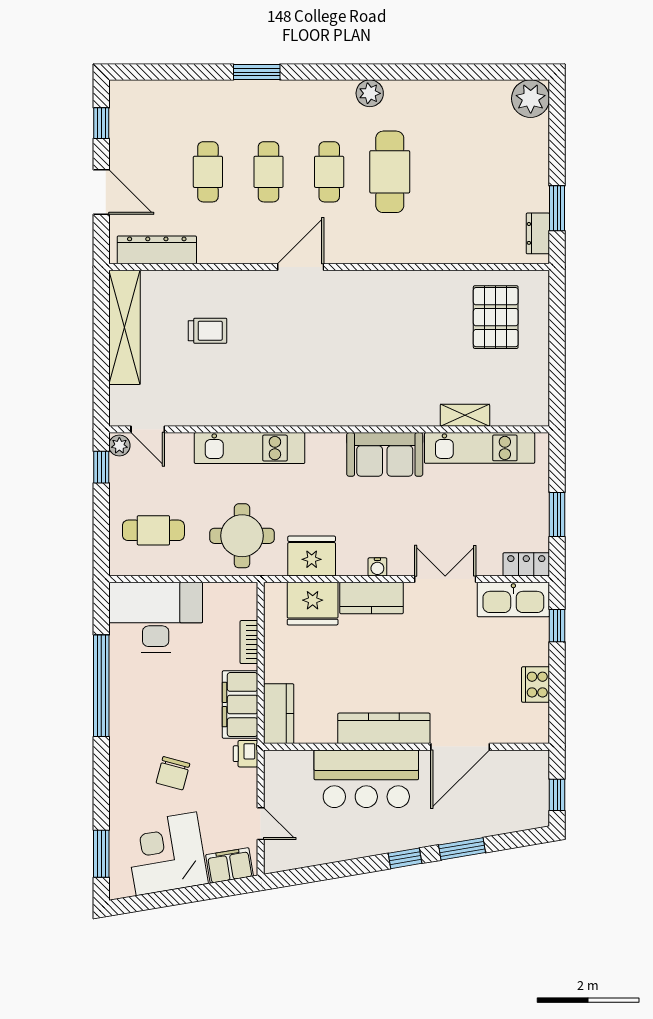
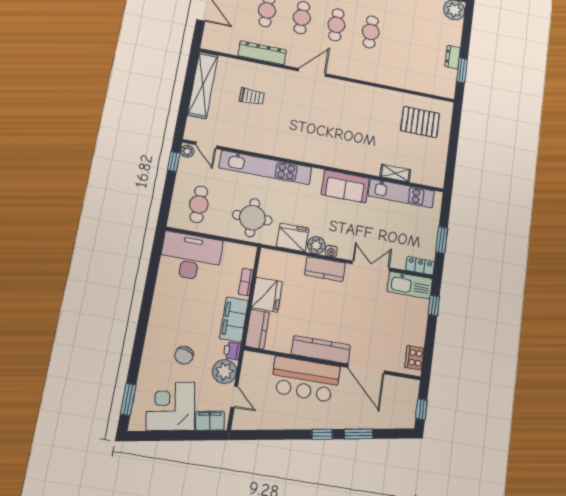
cafe table: (390, 172) -> (371, 32), width x0.73, depth x0.74
dresser: (538, 233) -> (453, 57), moved
dresser: (157, 250) -> (262, 53), moved
pallet: (496, 317) -> (420, 122), turned 90
kitchen unit: (250, 448) -> (265, 168), width x1.36
cafe table: (153, 530) -> (199, 204), turned 90
plant: (352, 562) -> (316, 245), added
fridge: (313, 604) -> (267, 295), moved, turned -90
cooker: (536, 685) -> (414, 358), moved
window: (101, 686) -> (149, 293), removed
door: (460, 747) -> (366, 369), hinge flipped
plant: (239, 788) -> (224, 371), added

